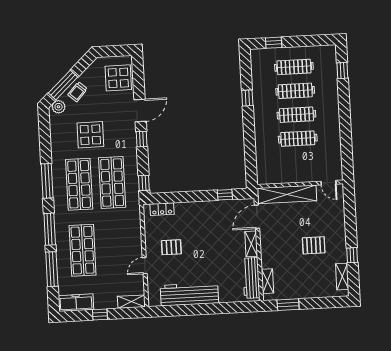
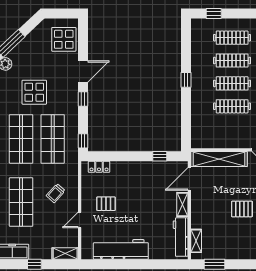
trolley: (78, 92) -> (56, 193), moved
window: (247, 98) -> (186, 80), moved

